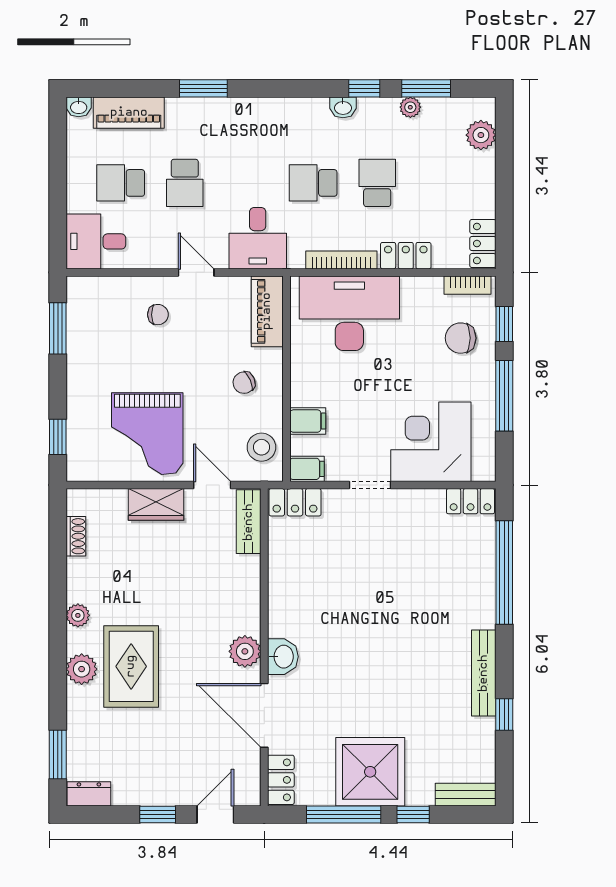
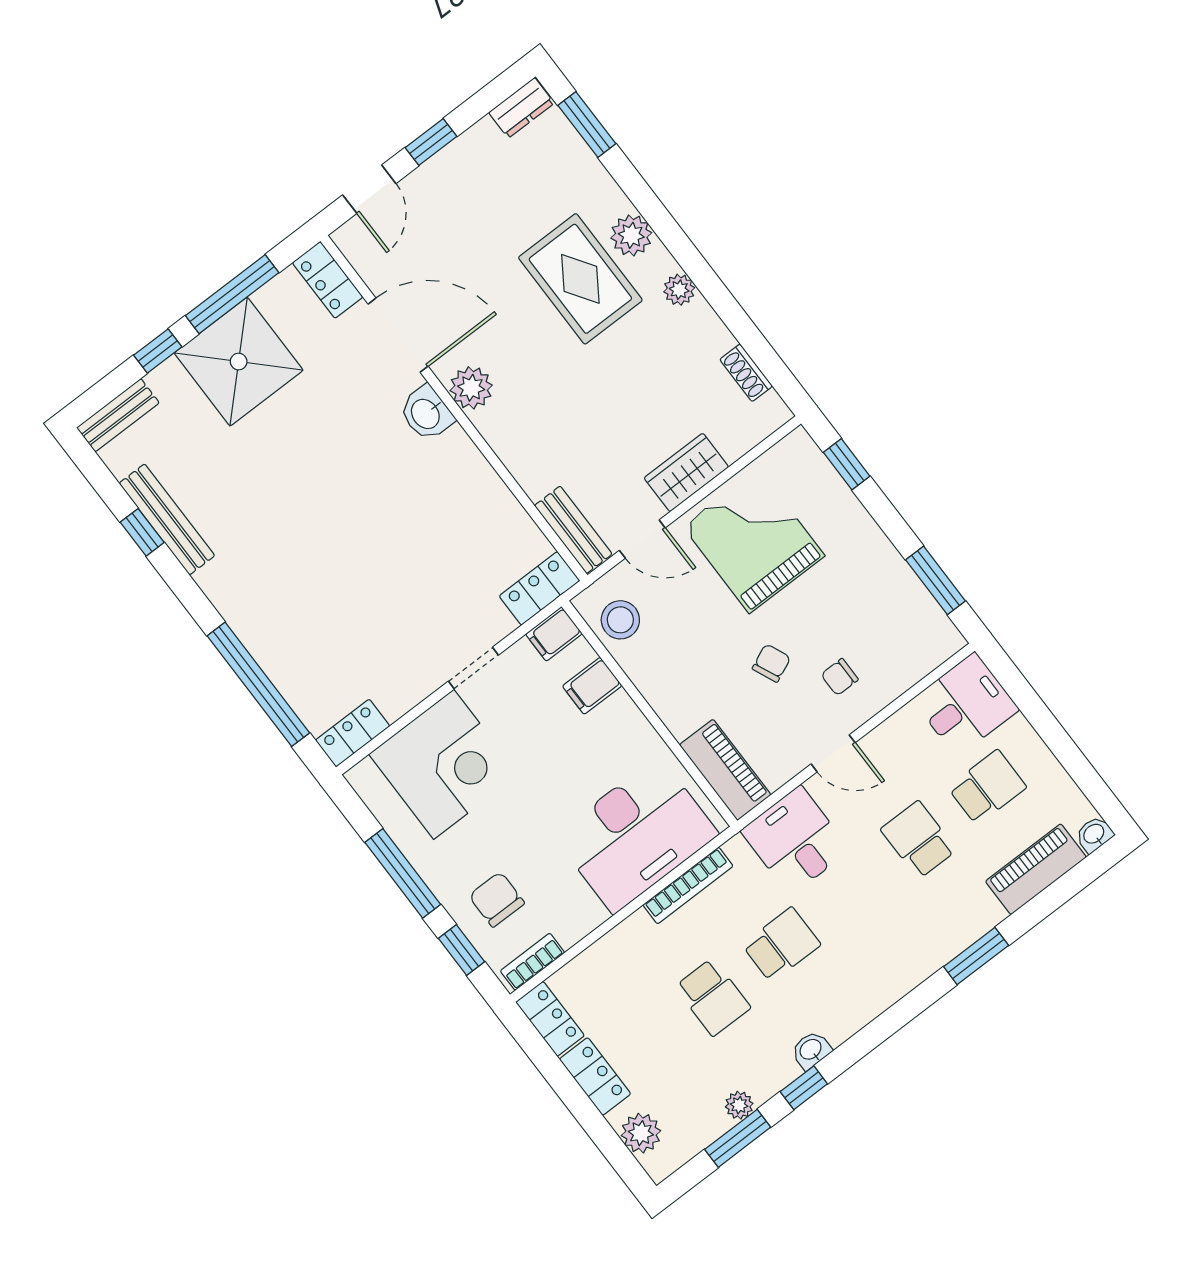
locker: (406, 256) -> (595, 1076), moved, turned -90
chair: (461, 338) -> (497, 899), turned -90
chair: (244, 383) -> (771, 663), moved
bench: (484, 673) -> (167, 519), moved

